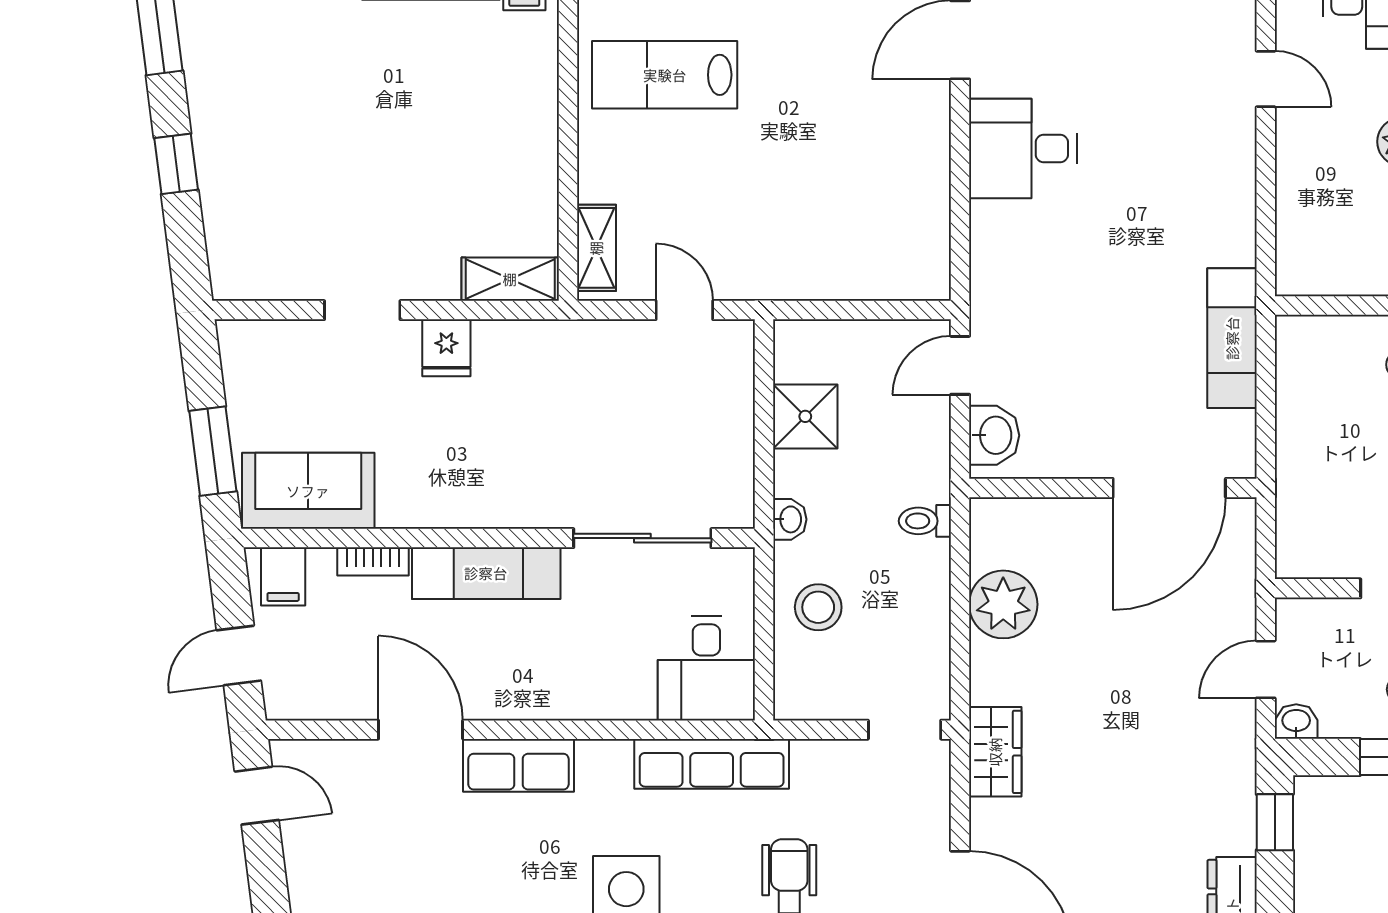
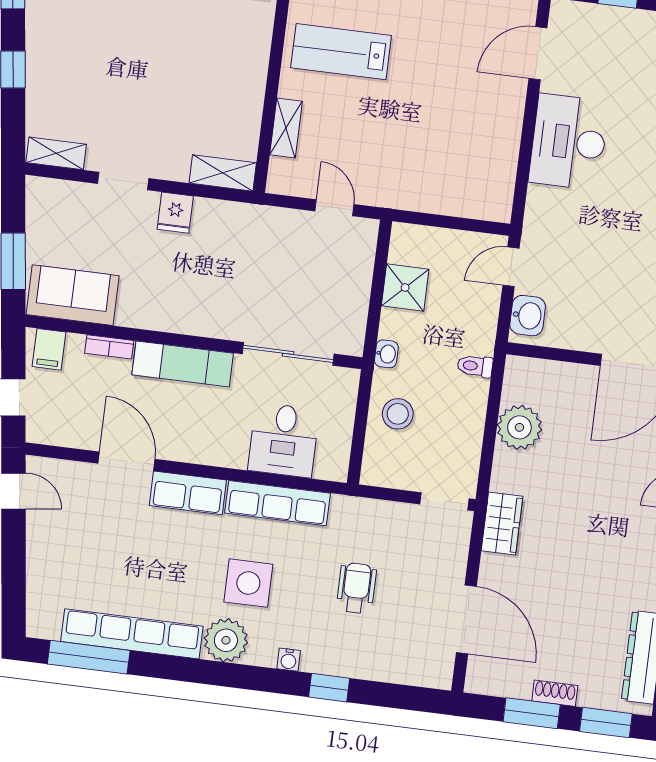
desk: (1023, 149) -> (569, 142), width x1.37
shelving: (596, 248) -> (286, 128), moved
shelving: (257, 281) -> (56, 153), added
desk: (706, 668) -> (284, 440), moved
row of seats: (712, 764) -> (278, 503), moved

